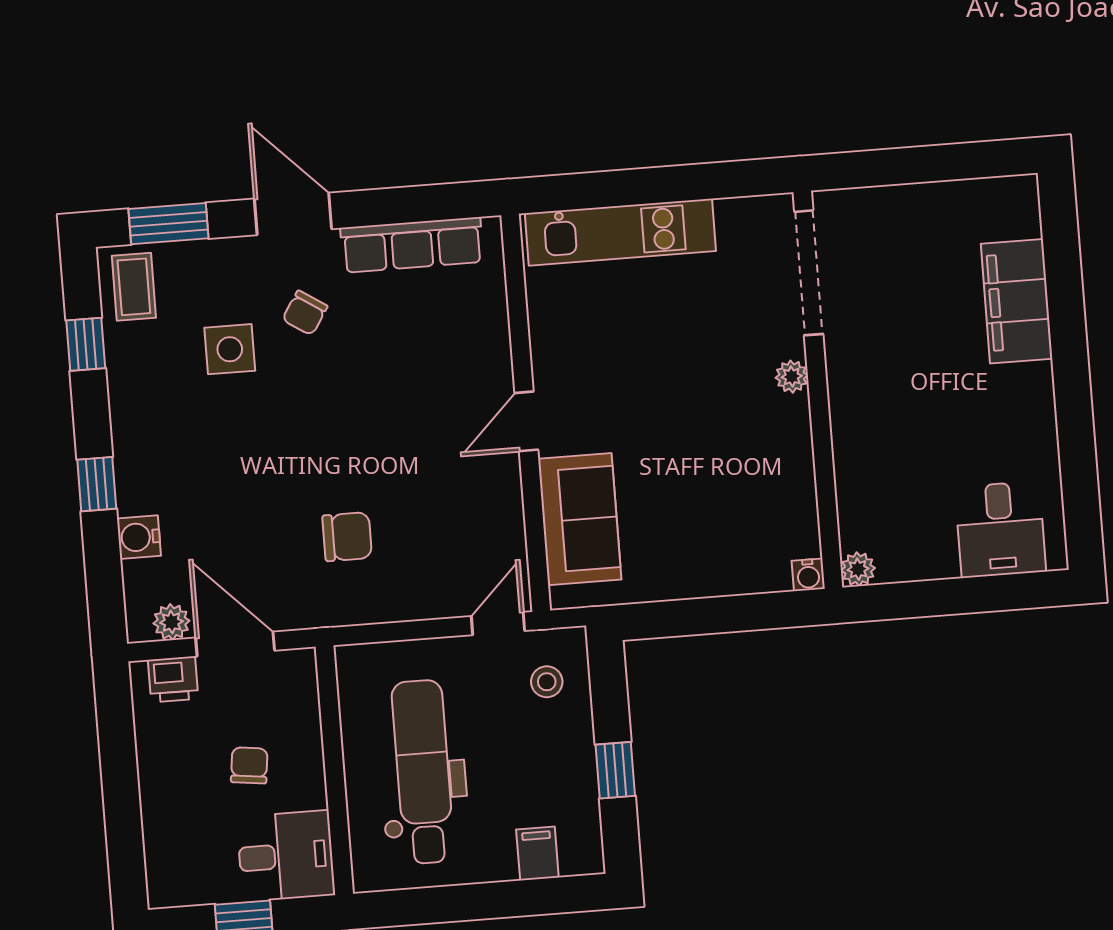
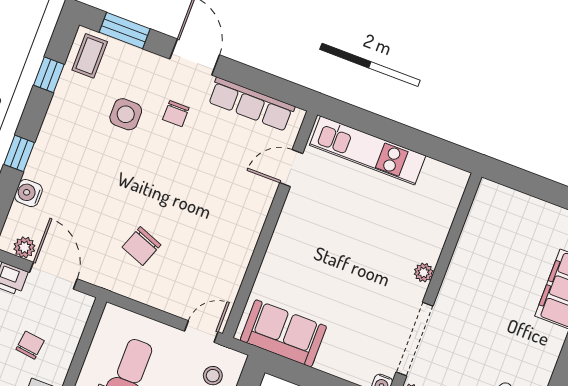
doorway: (809, 273) -> (415, 339), moved
chair: (305, 313) -> (176, 114), turned -33
door: (526, 421) -> (291, 168), moved
sofa: (580, 519) -> (283, 333), moved, turned -90
chair: (347, 537) -> (142, 246), turned 111

